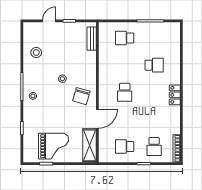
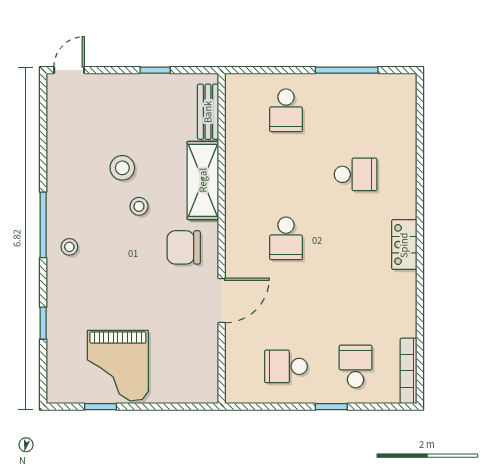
door: (49, 21) -> (69, 70), moved
school desk: (125, 38) -> (286, 110), turned -90
stool: (36, 53) -> (122, 168), moved
chair: (81, 96) -> (184, 247), turned 74
shelving: (89, 145) -> (203, 180), moved
grand piano: (53, 146) -> (118, 366), turned 90
school desk: (154, 147) -> (356, 366), turned 180

